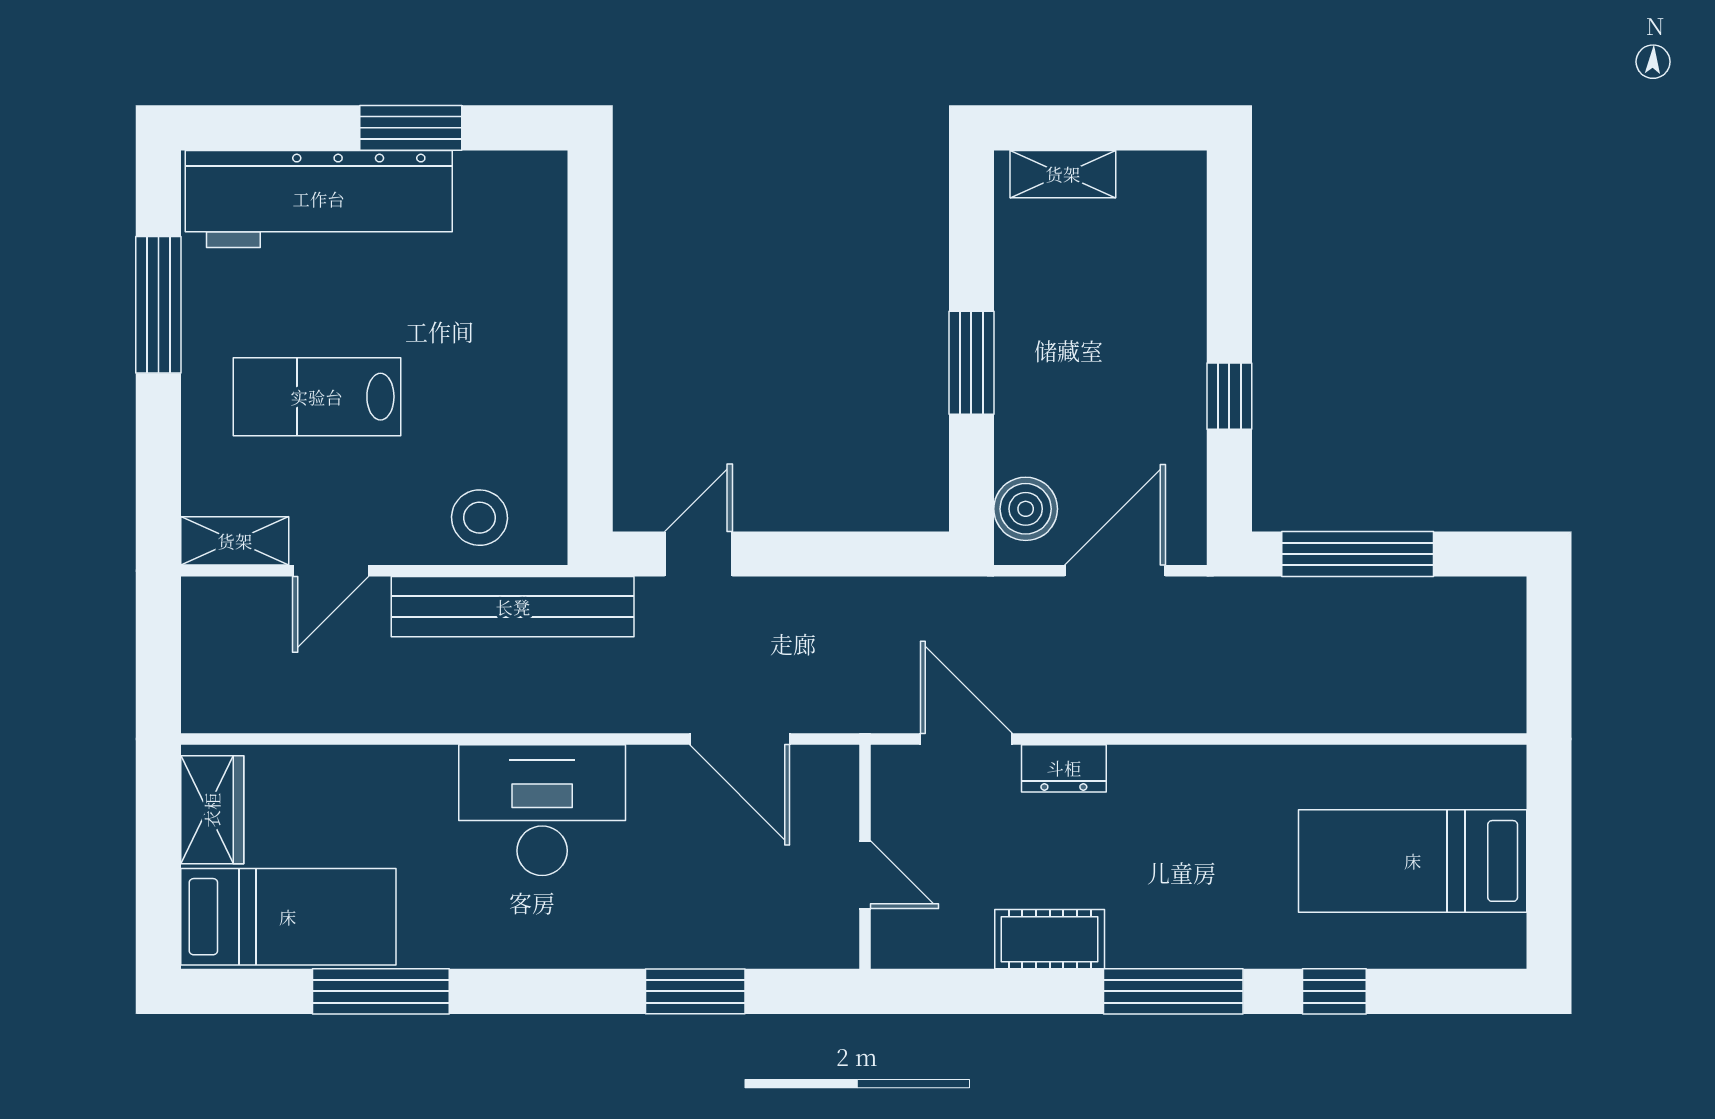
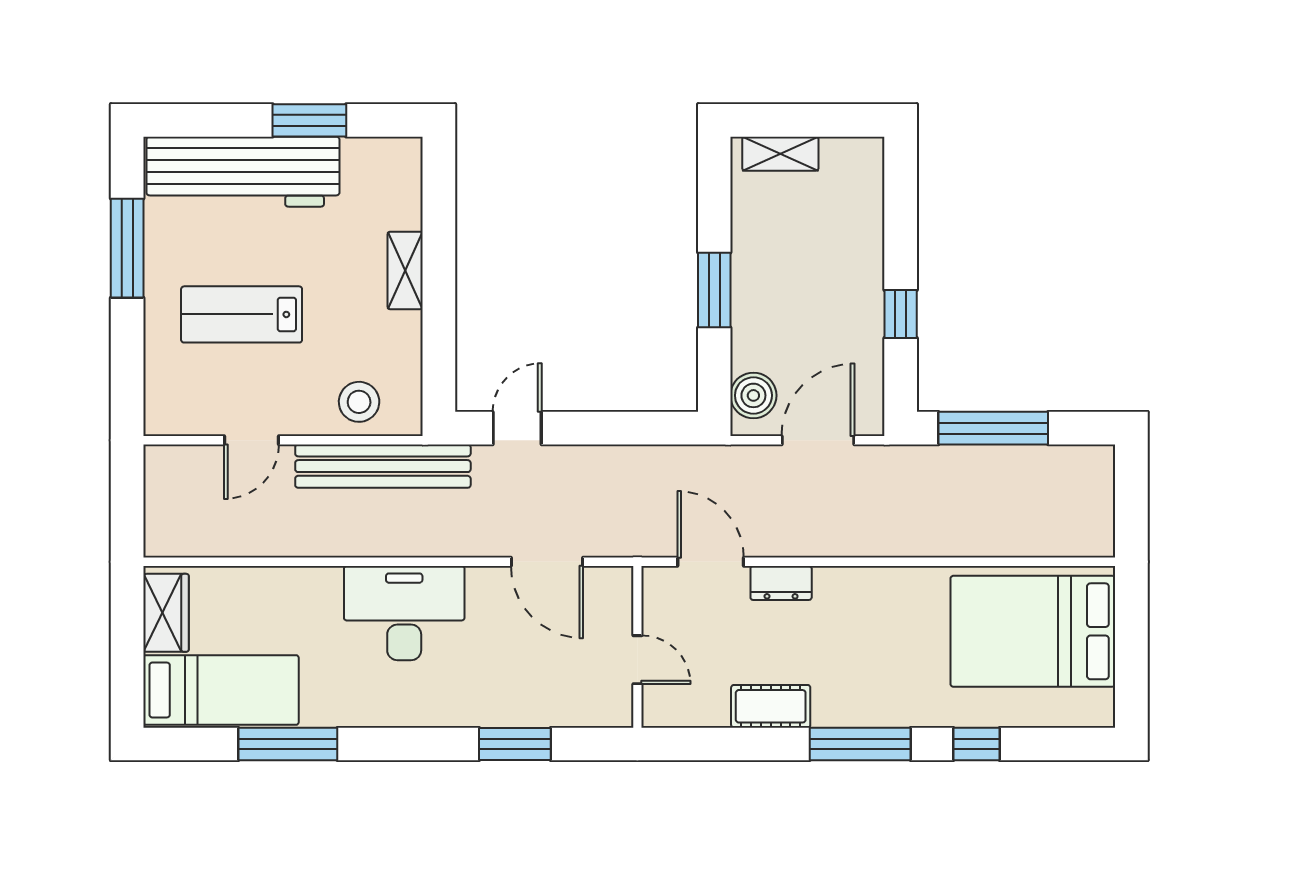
shelving: (235, 541) -> (405, 270), moved, turned 90
bed: (1413, 861) -> (1033, 631), width x1.50

